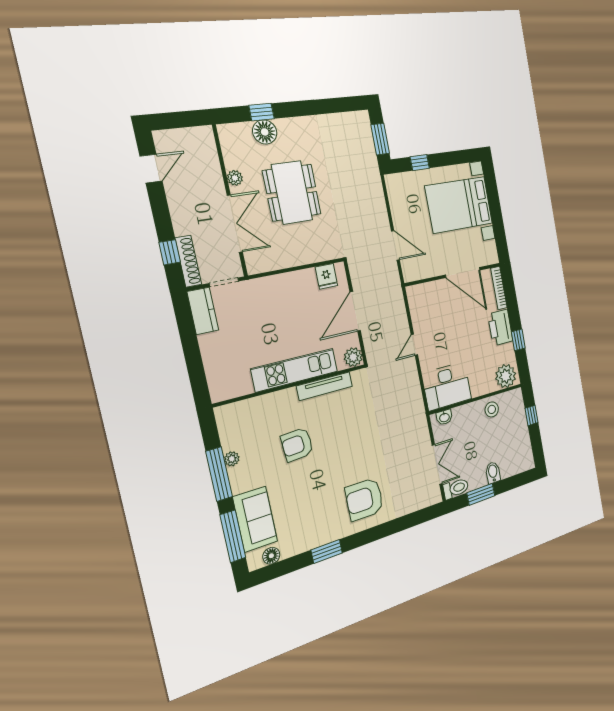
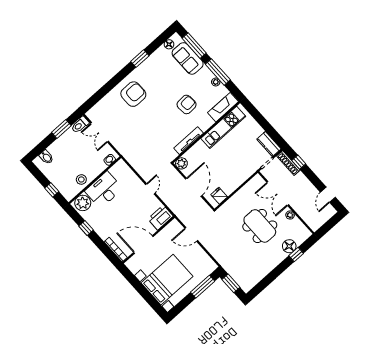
window: (420, 163) -> (203, 287), width x2.17
printer: (500, 327) -> (160, 218), moved, turned -90
kitchen unit: (295, 370) -> (223, 127), moved
desk: (447, 386) -> (104, 190), moved
fireplace: (243, 411) -> (223, 107), added
bidet: (493, 473) -> (46, 157), moved

